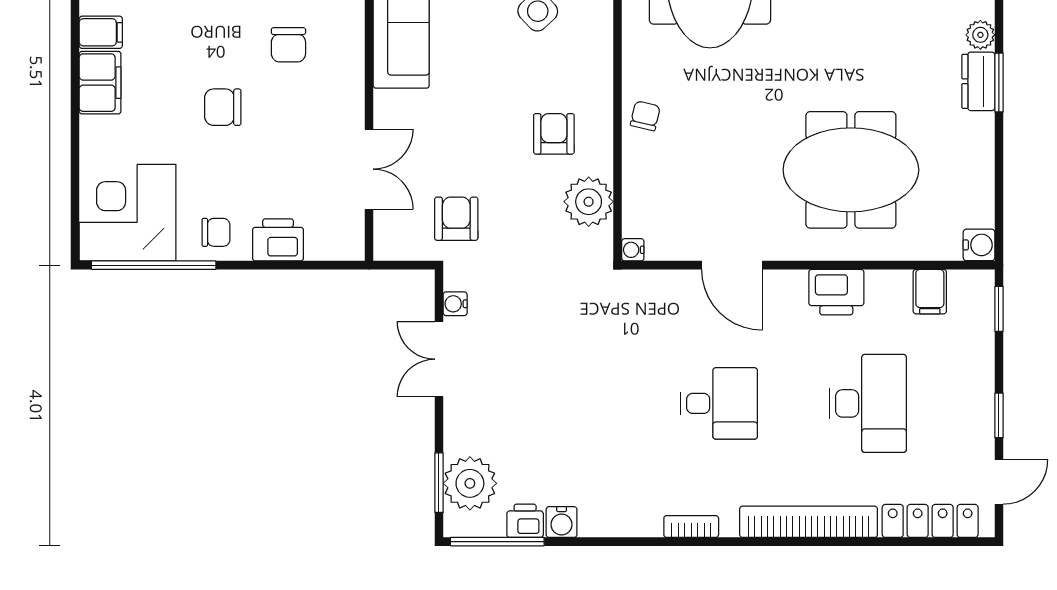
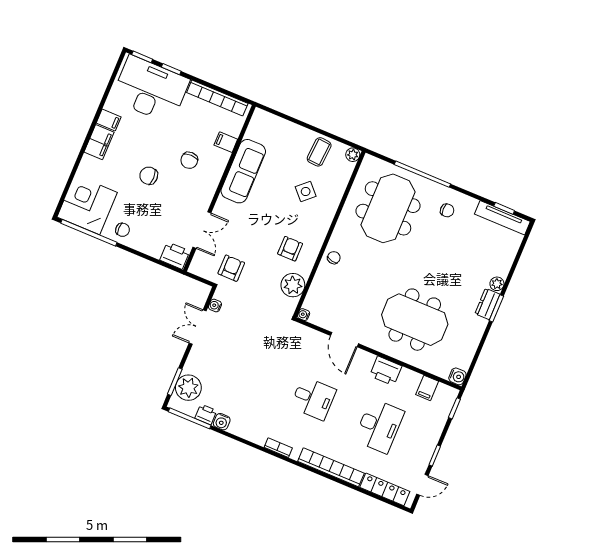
printer: (278, 240) -> (175, 256), moved

